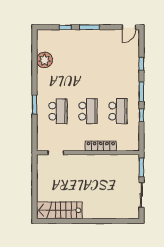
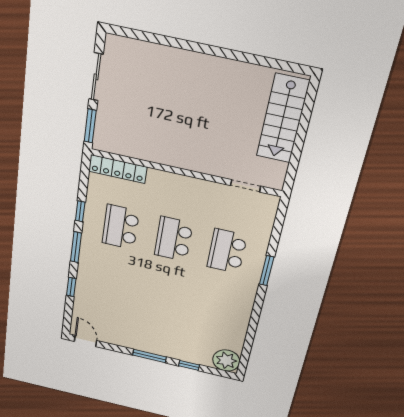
door: (129, 27) -> (86, 341), hinge flipped
plant: (44, 60) -> (226, 361), moved
locker: (101, 146) -> (118, 169), moved
stairs: (59, 210) -> (283, 119), moved, turned 90

